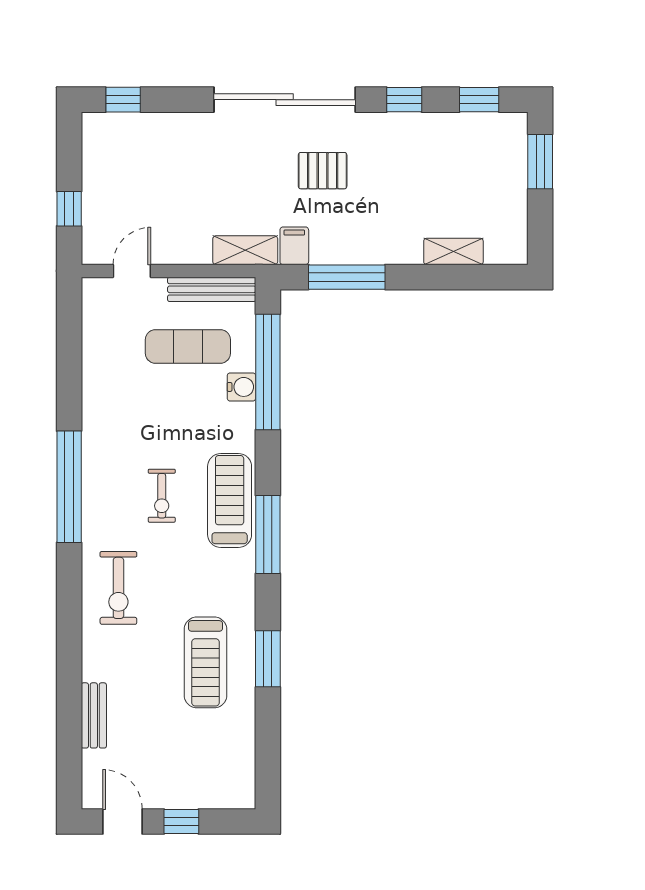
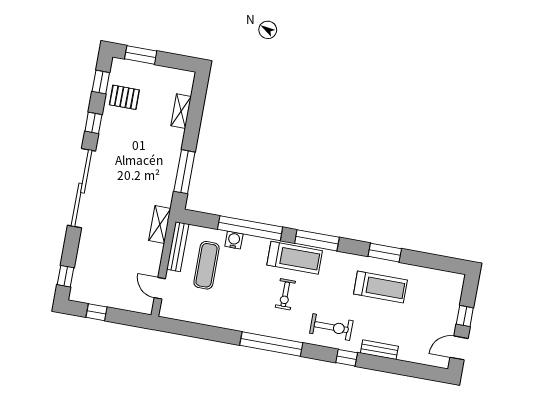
pallet: (323, 171) -> (124, 97), moved, turned 90
window: (69, 209) -> (97, 312), moved
filing cabinet: (294, 246) -> (162, 197), removed
window: (268, 372) -> (250, 228), moved
exercise bike: (162, 496) -> (285, 294), turned 90
treadmill: (230, 501) -> (295, 258), turned 180
window: (69, 625) -> (347, 358), added
bench: (94, 715) -> (379, 350), moved

